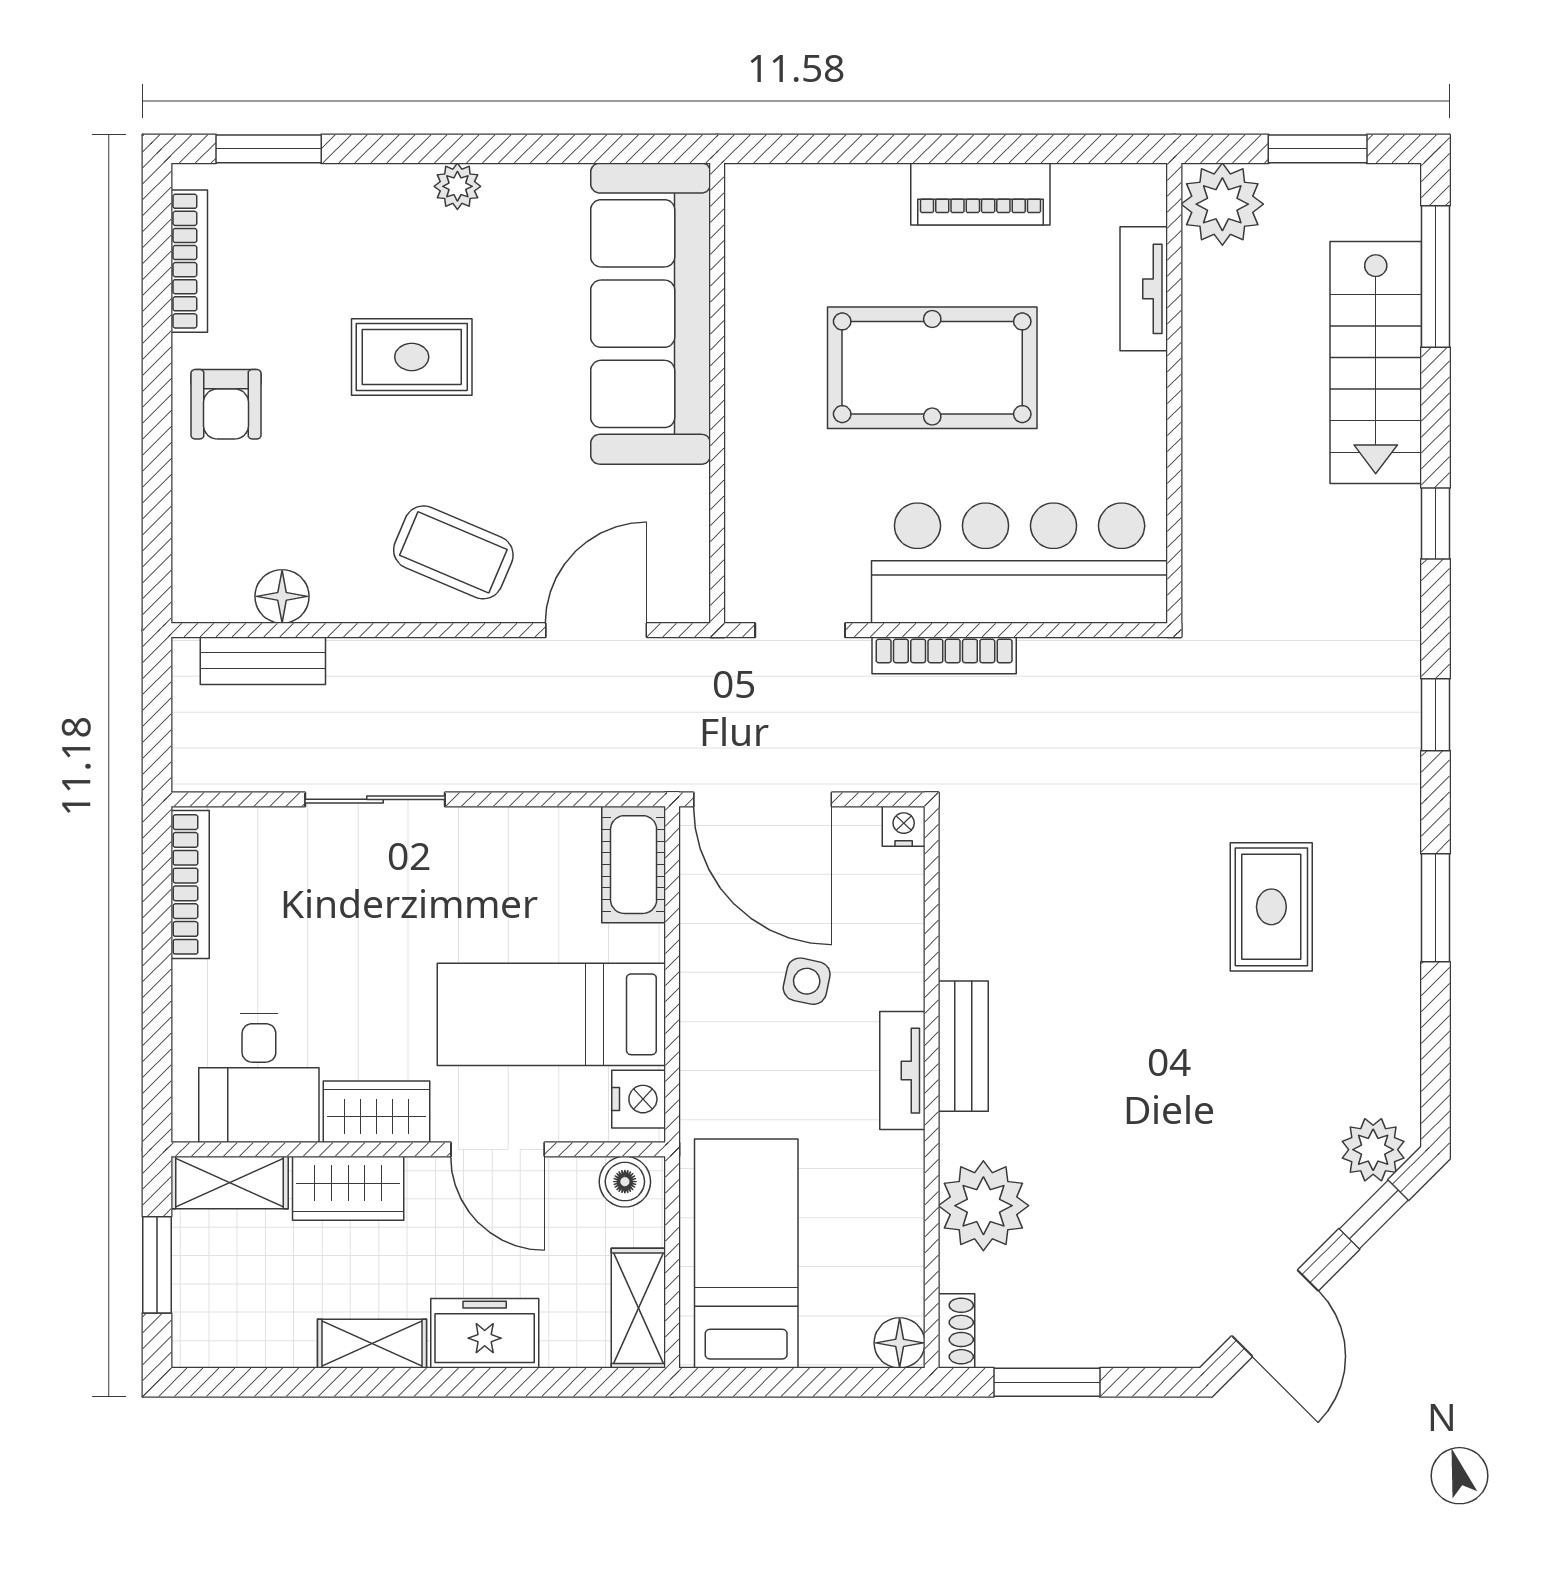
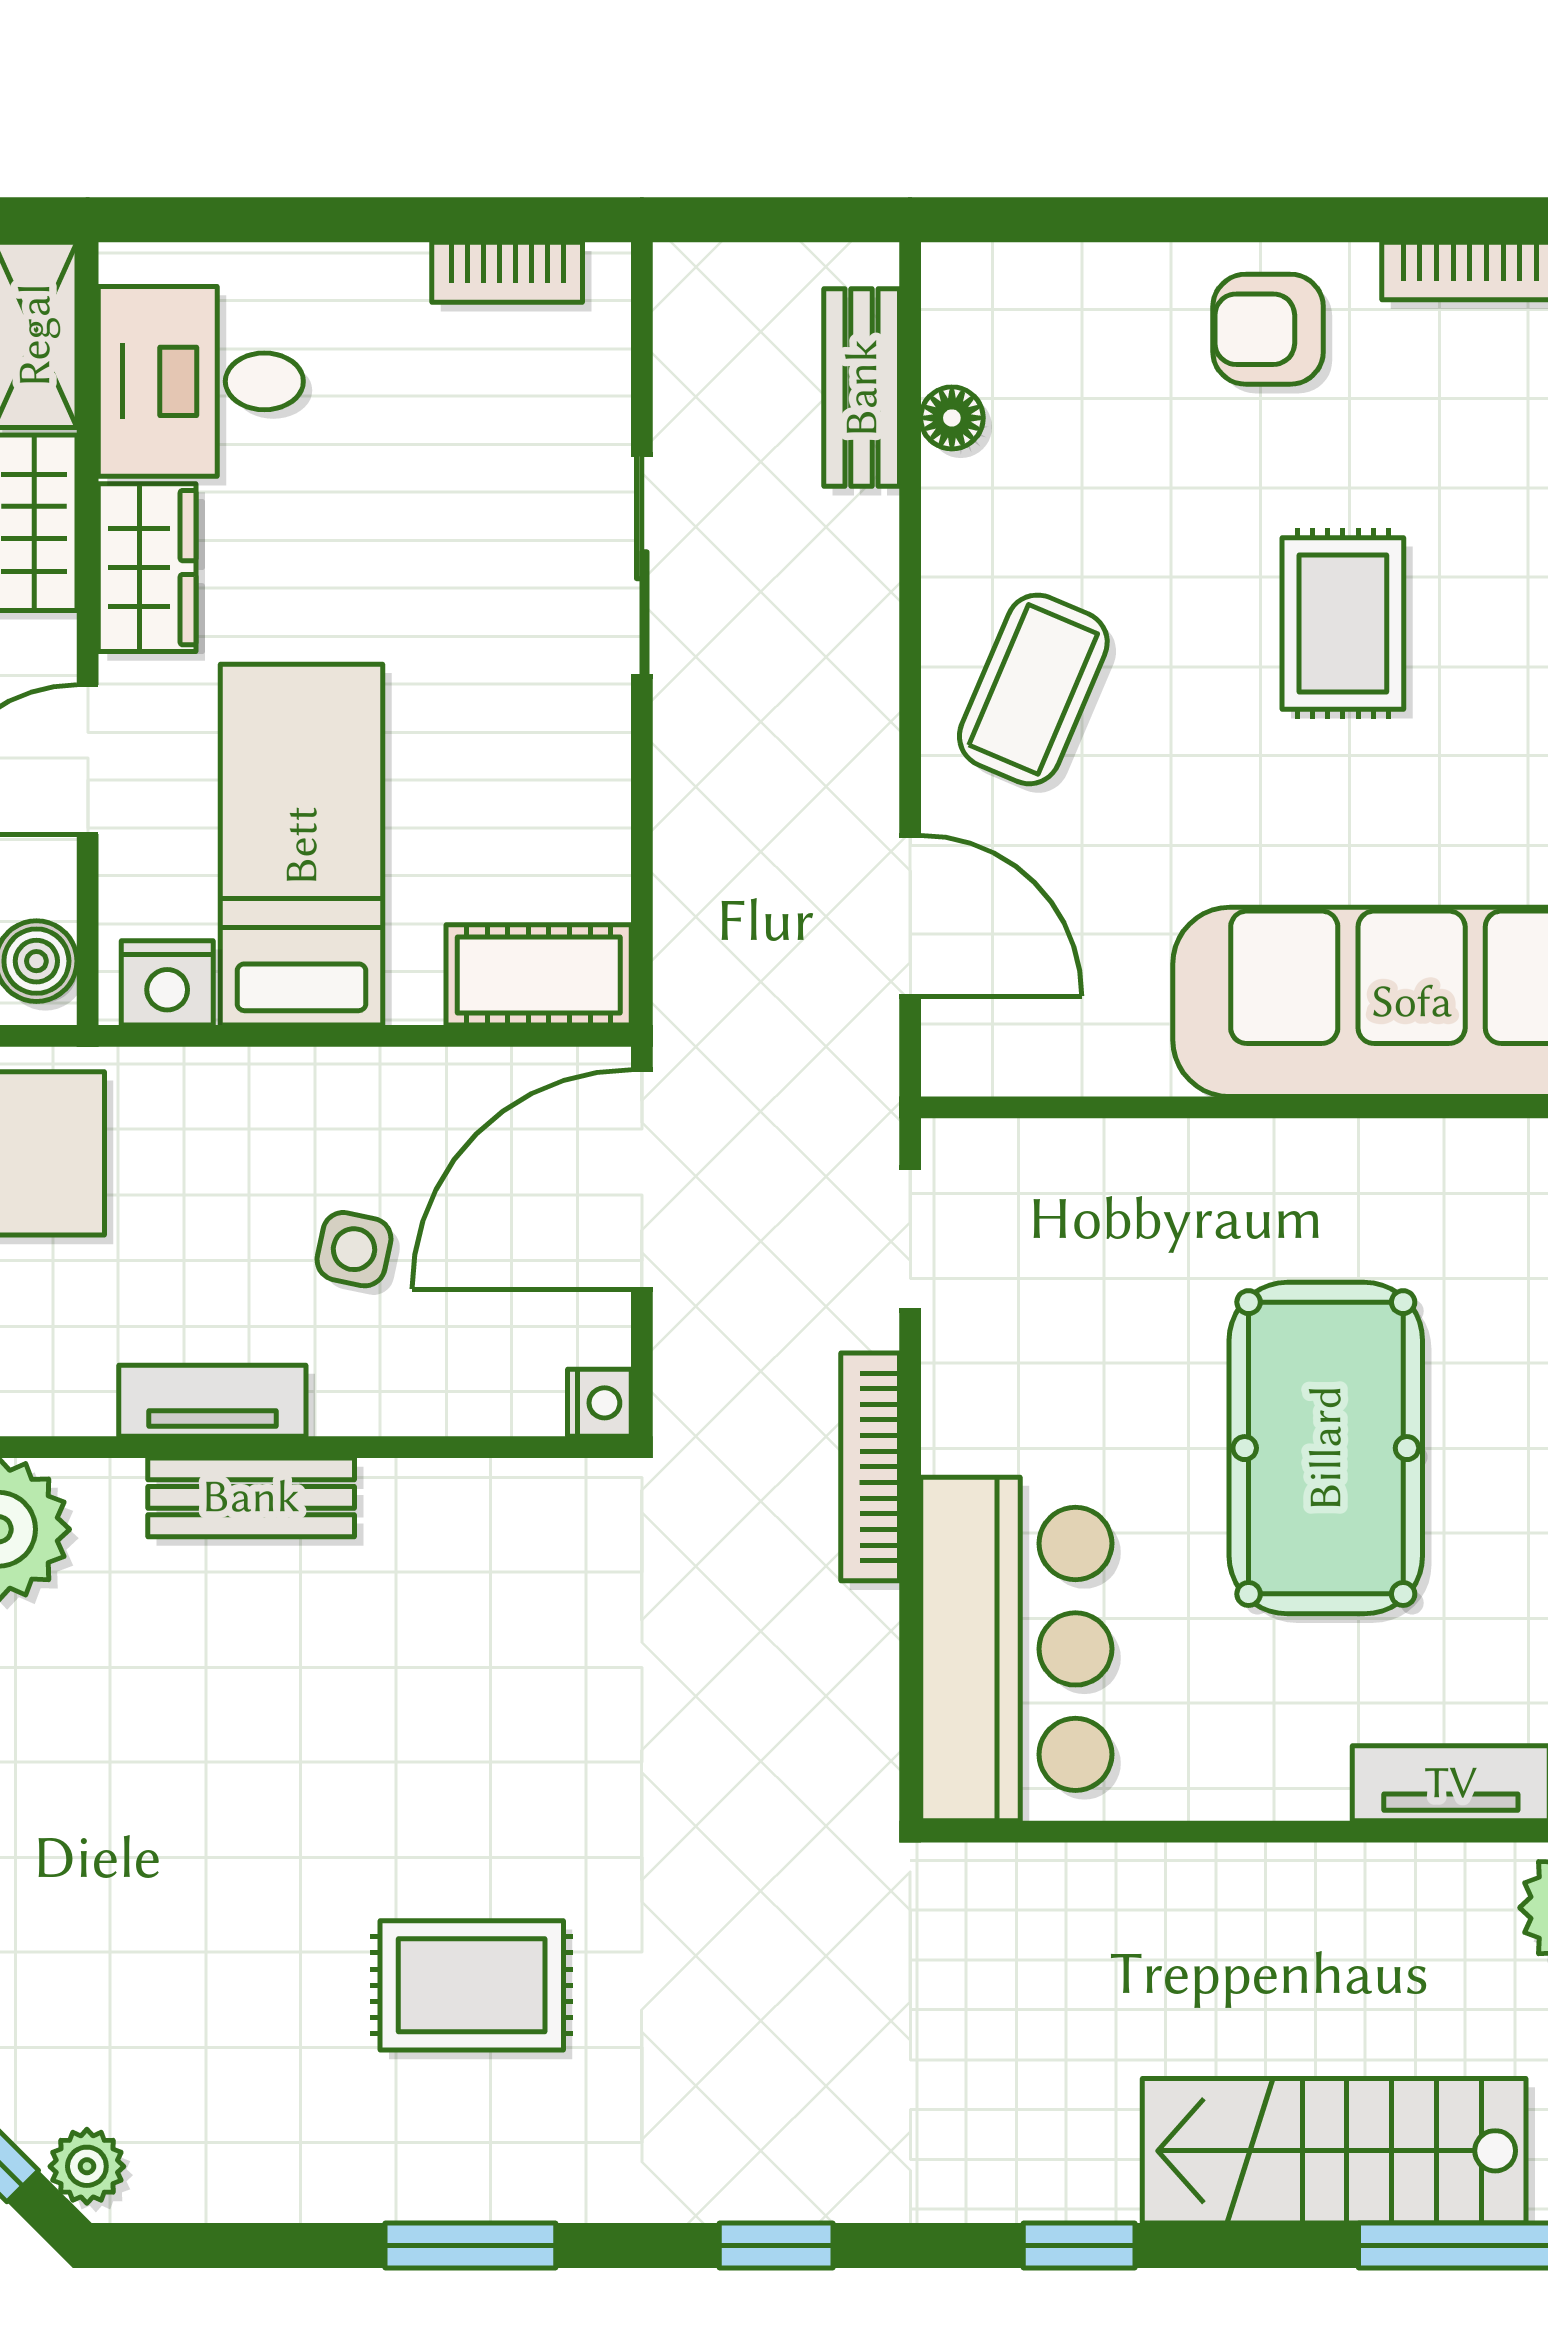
bar counter: (1020, 563) -> (1016, 1649), width x0.73
floor lamp: (282, 596) -> (952, 418), width x0.73, depth x0.73
bookcase: (190, 884) -> (507, 272), width x0.64
plant: (1373, 1150) -> (87, 2166), width x0.73, depth x0.73

